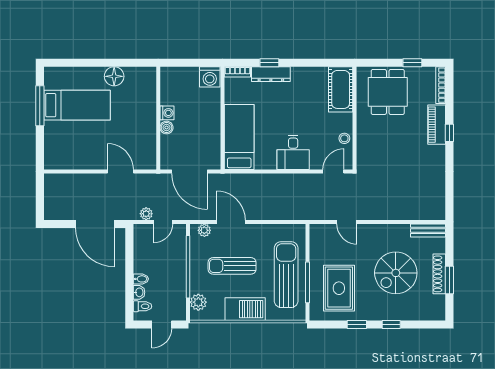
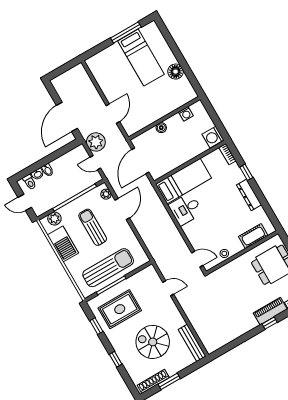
dresser: (271, 74) -> (249, 195), moved
cot: (341, 89) -> (253, 236), width x0.73, depth x0.75
washing machine: (167, 113) -> (186, 114), moved
desk: (293, 152) -> (186, 209), moved
plant: (146, 214) -> (96, 142), width x1.88, depth x1.88
door: (347, 222) -> (168, 288), swing flipped
bench: (428, 230) -> (192, 343), width x1.36
shoe rack: (439, 274) -> (153, 381), moved
barbecue: (245, 309) -> (63, 244), moved
window: (357, 325) -> (96, 326), moved

